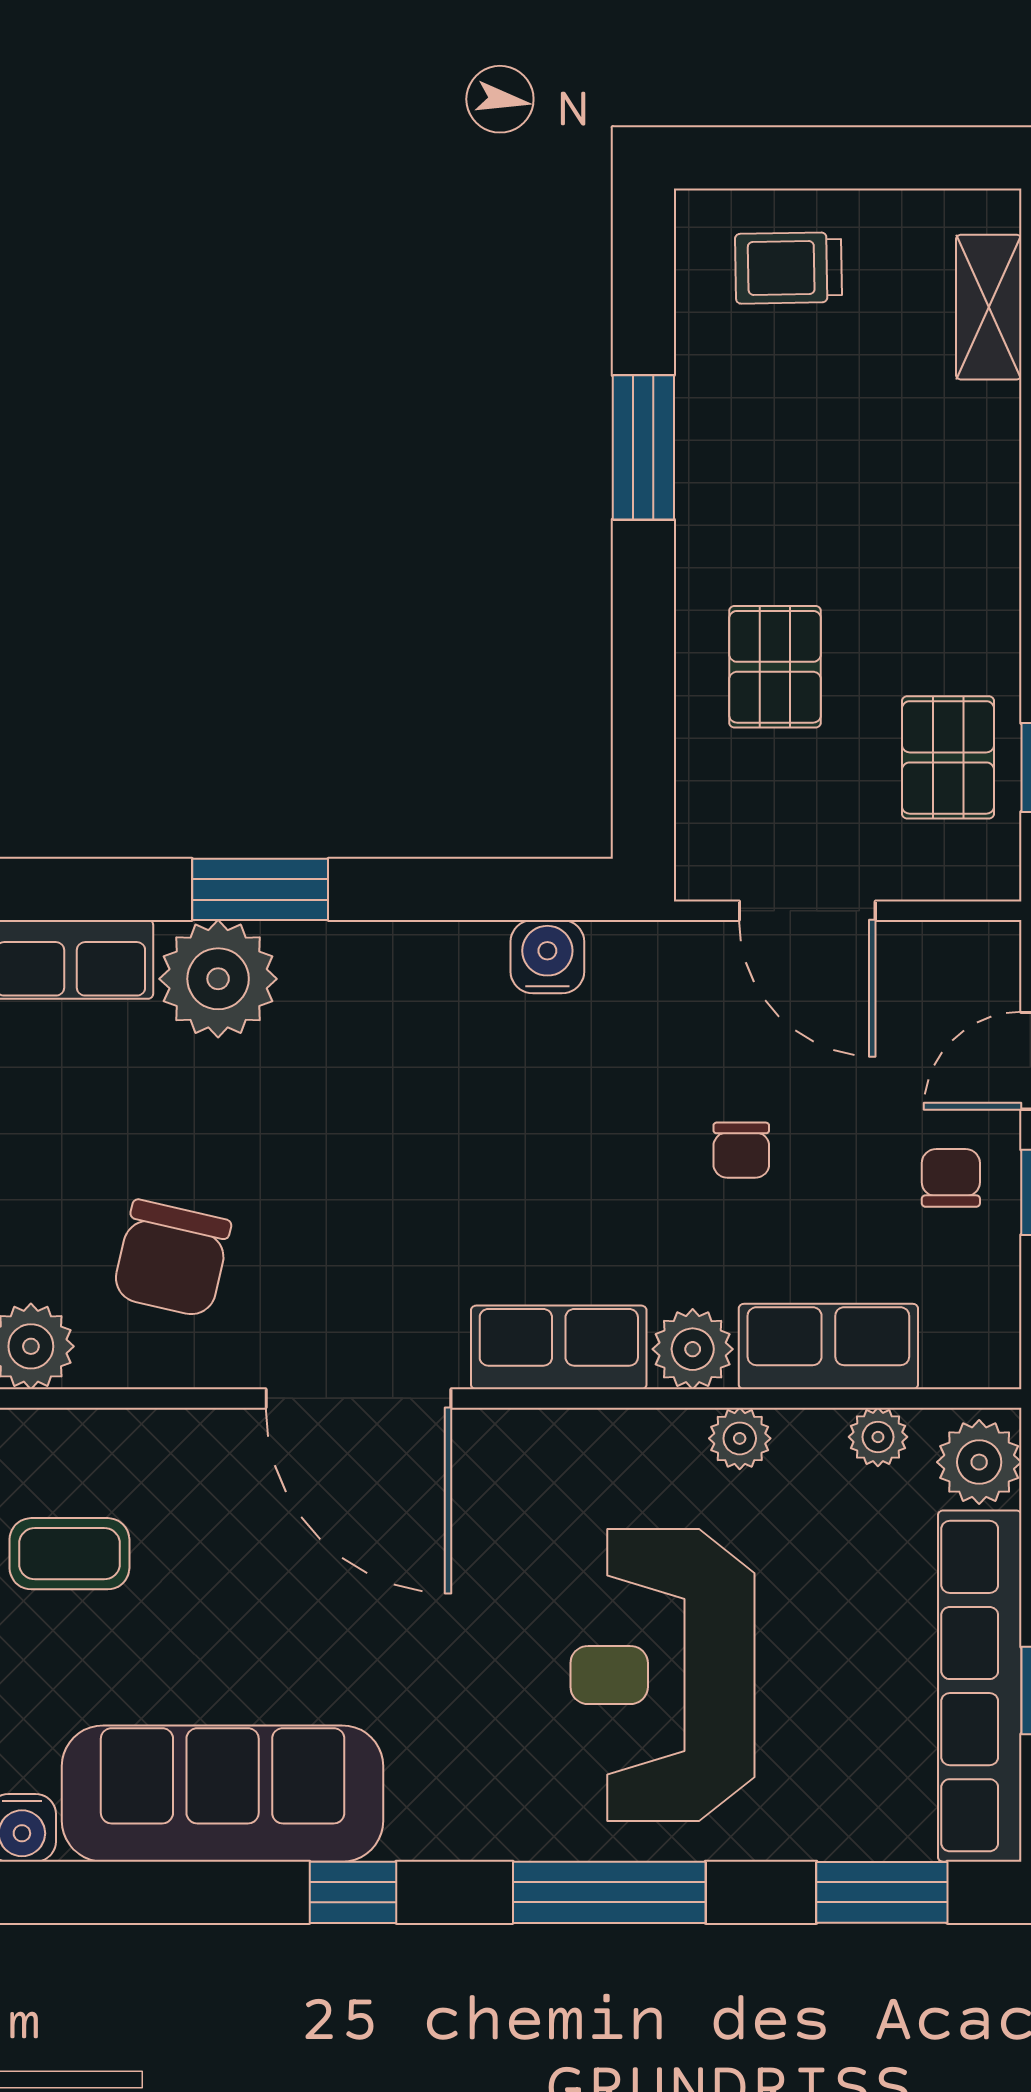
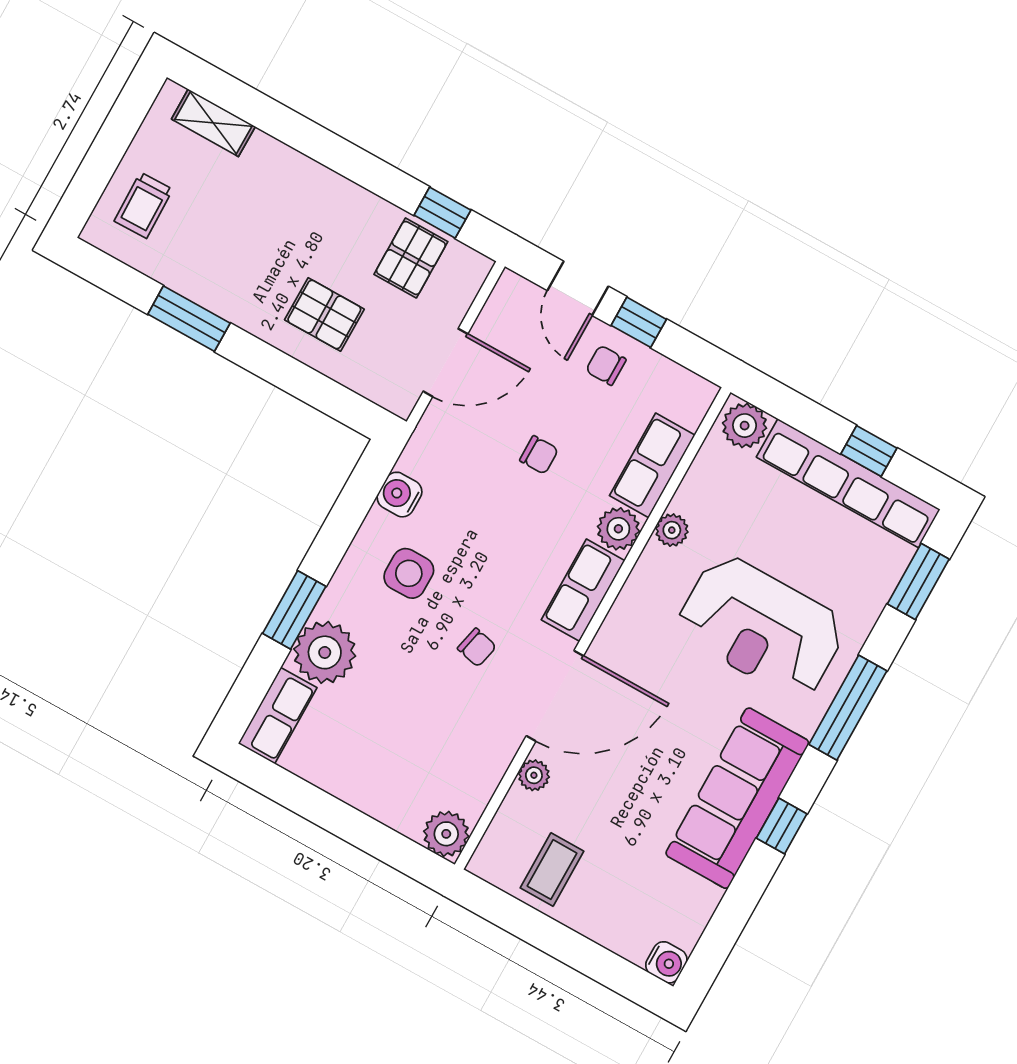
pallet: (948, 757) -> (411, 258), turned 90
side table: (426, 1045) -> (409, 573), added
chair: (172, 1259) -> (477, 647), moved, width x0.54, depth x0.54
plant: (878, 1437) -> (534, 775), moved
sofa: (223, 1794) -> (737, 798), moved

